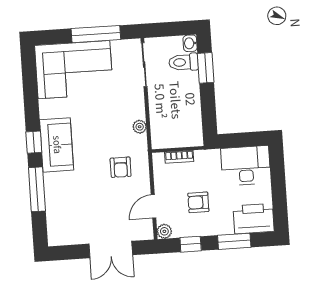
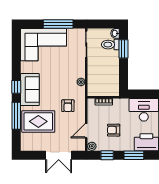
rug: (74, 196) -> (38, 121), added

